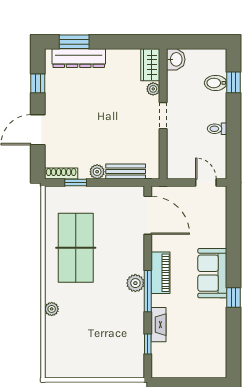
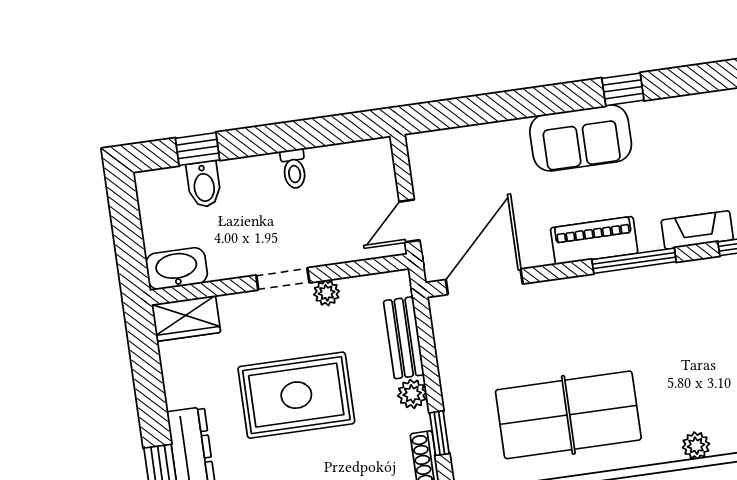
washbasin: (176, 59) -> (177, 268), width x1.38
plant: (153, 89) -> (327, 293), moved
rug: (105, 114) -> (296, 395), added
door: (206, 182) -> (410, 221), moved
plant: (135, 283) -> (622, 287), removed

